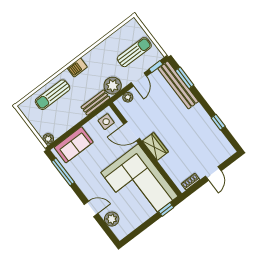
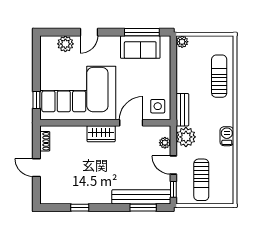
barbecue: (77, 67) -> (227, 136), moved
sofa: (74, 145) -> (140, 47), moved, turned -90

